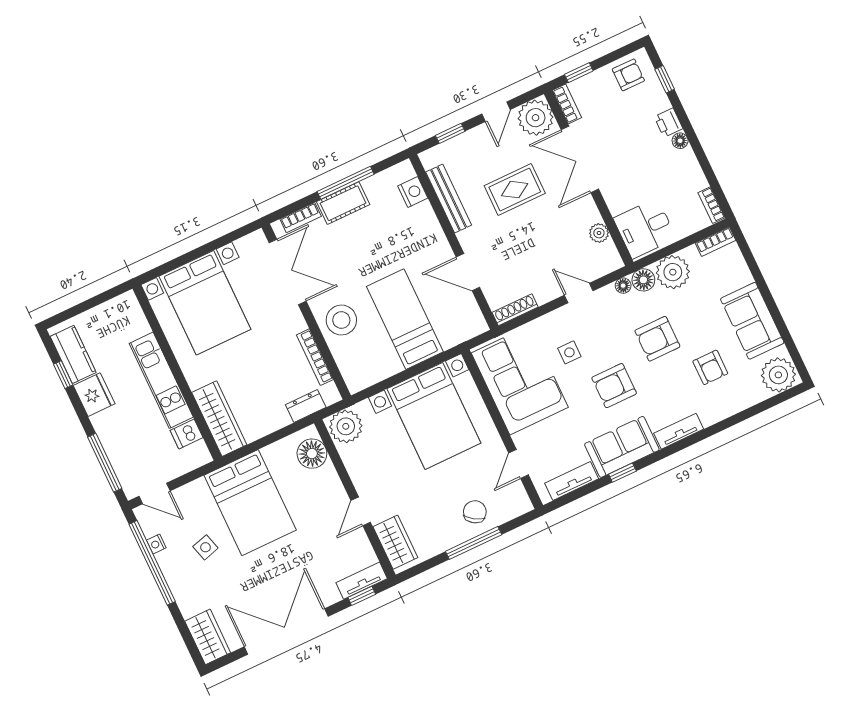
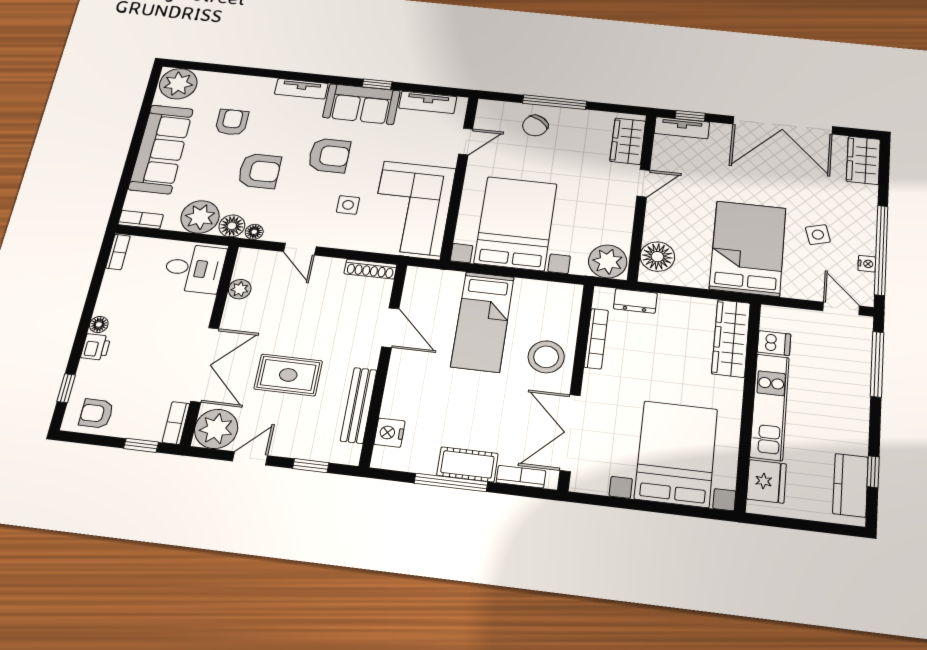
sofa: (752, 321) -> (161, 149), width x1.36
fridge: (94, 395) -> (766, 481), moved, turned 180

